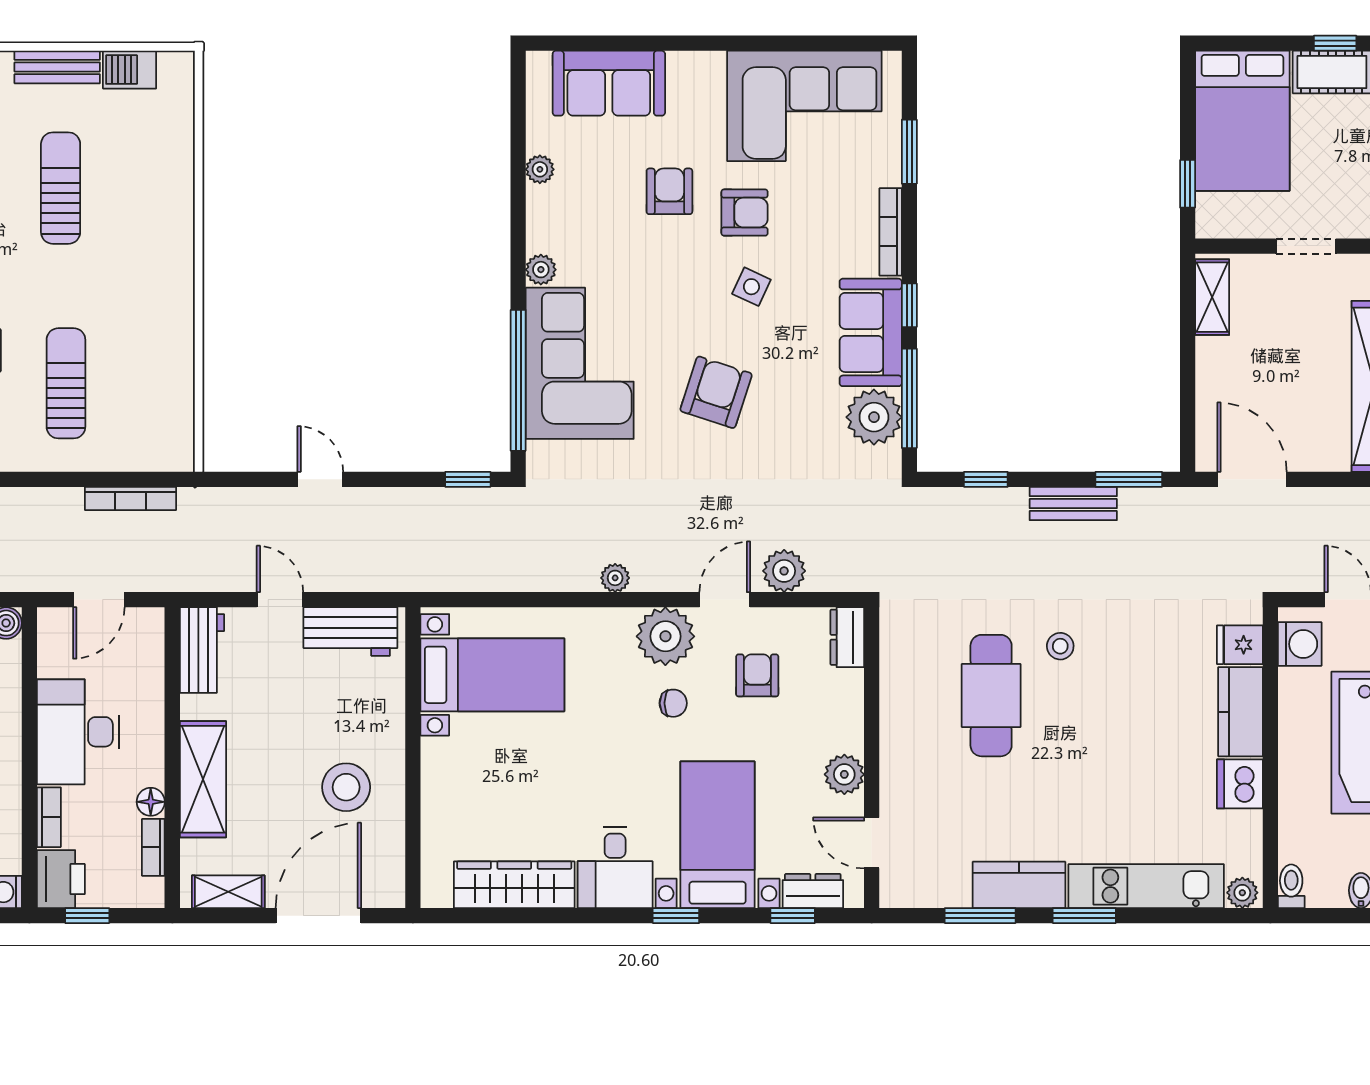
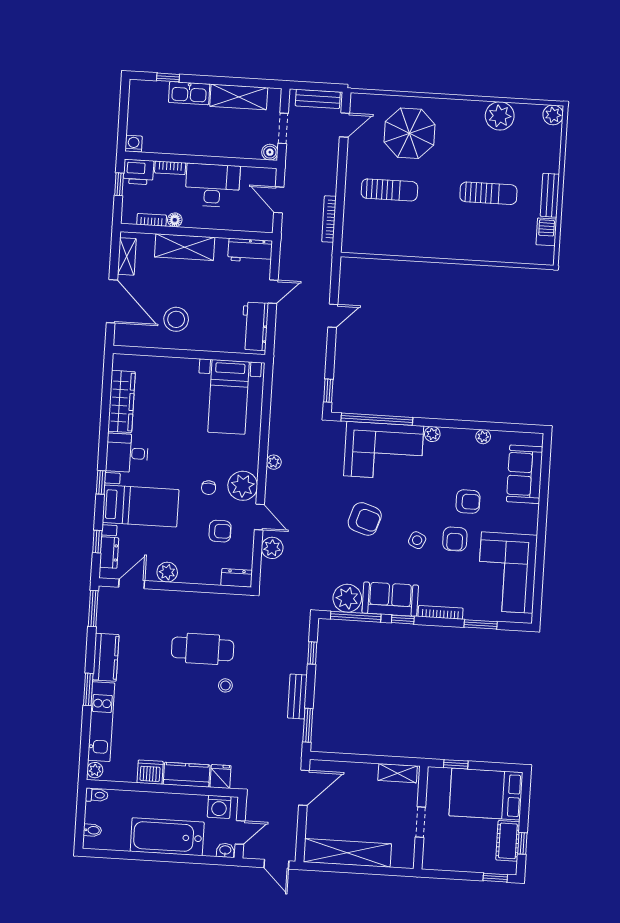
window: (980, 916) -> (93, 609), moved

